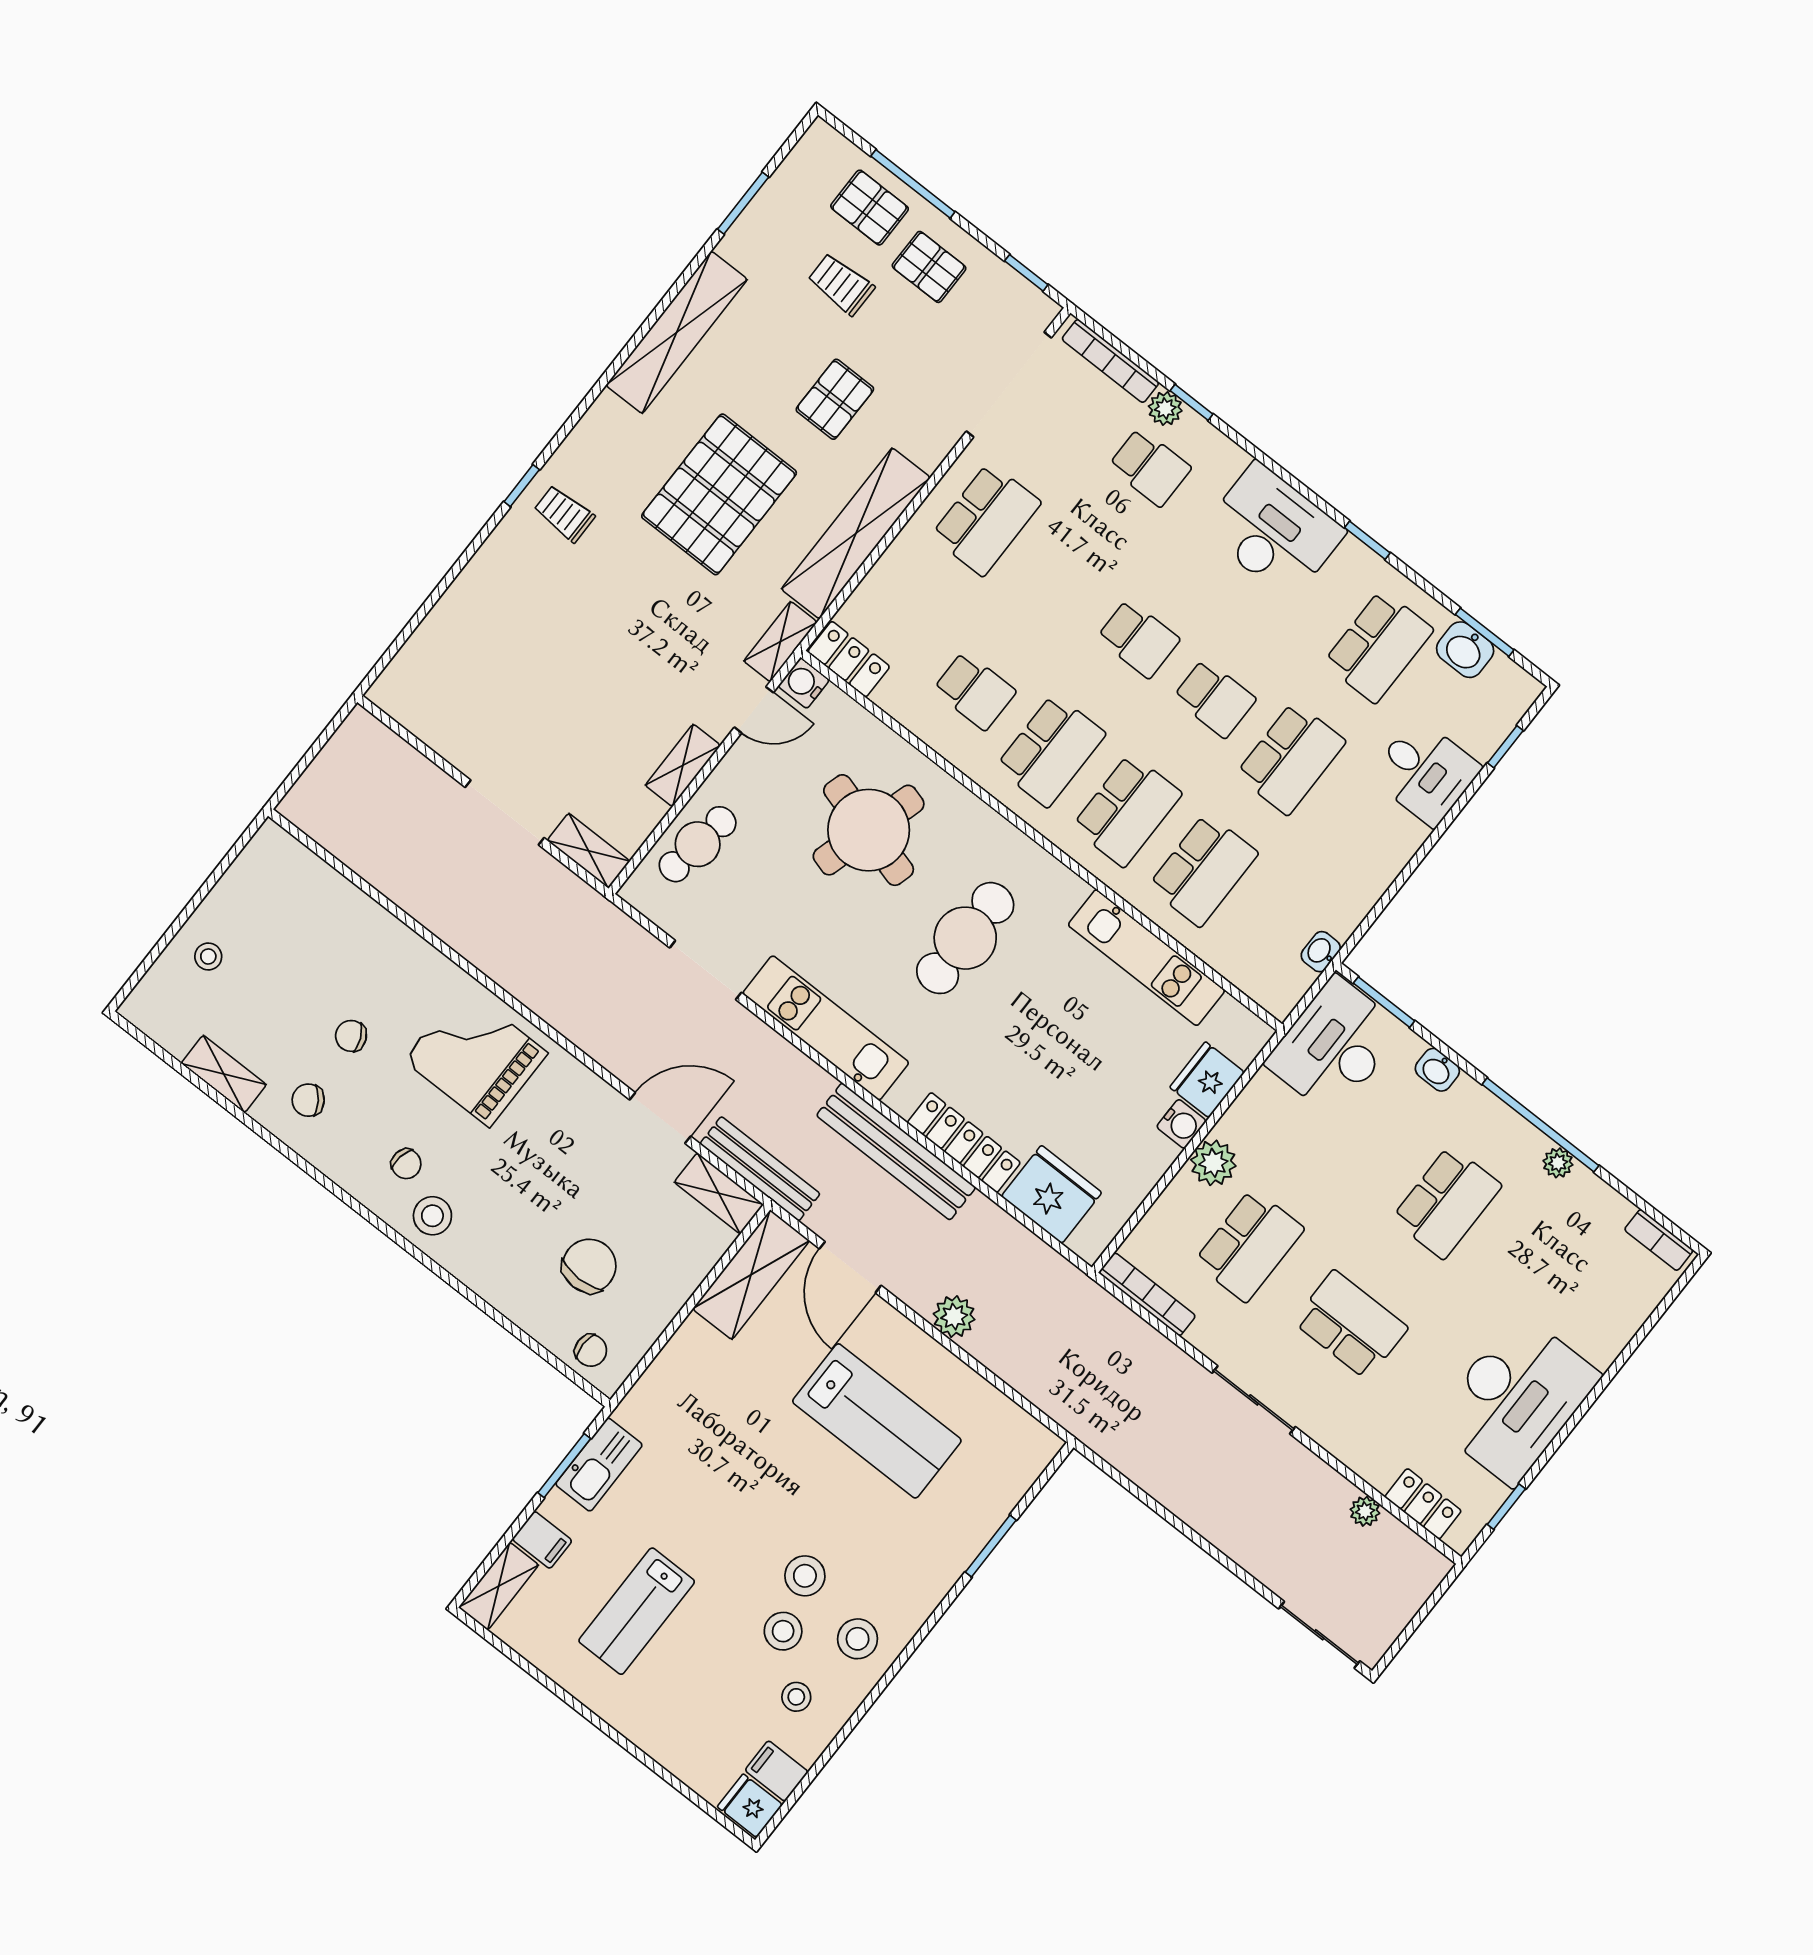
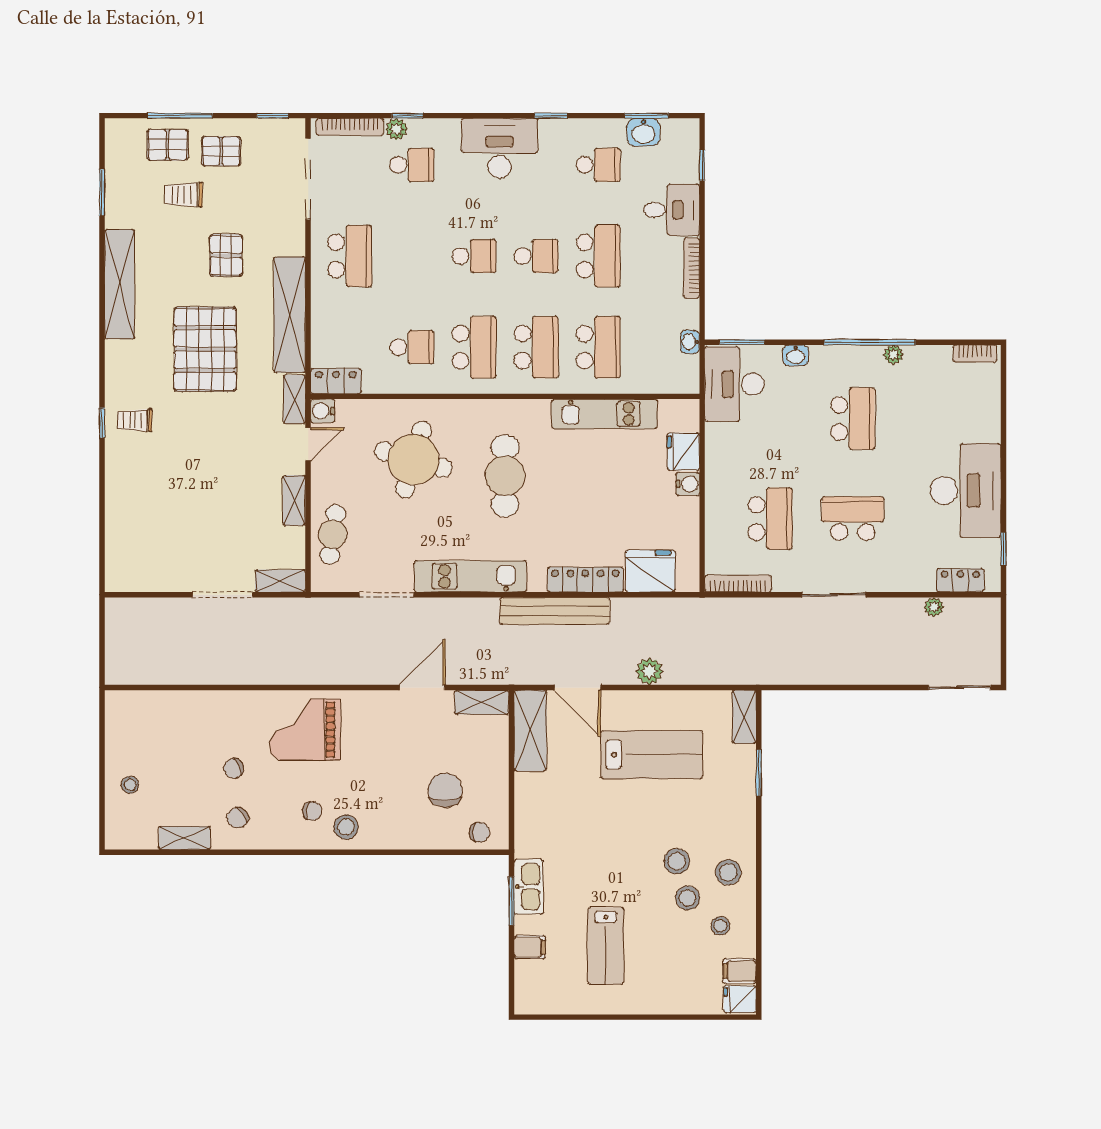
school desk: (1378, 646) -> (598, 165), width x0.54
bookcase: (1394, 863) -> (692, 268), added
plant: (1213, 1163) -> (719, 491), removed
bench: (760, 1169) -> (493, 674), removed
shelving: (499, 1586) -> (744, 717), moved

